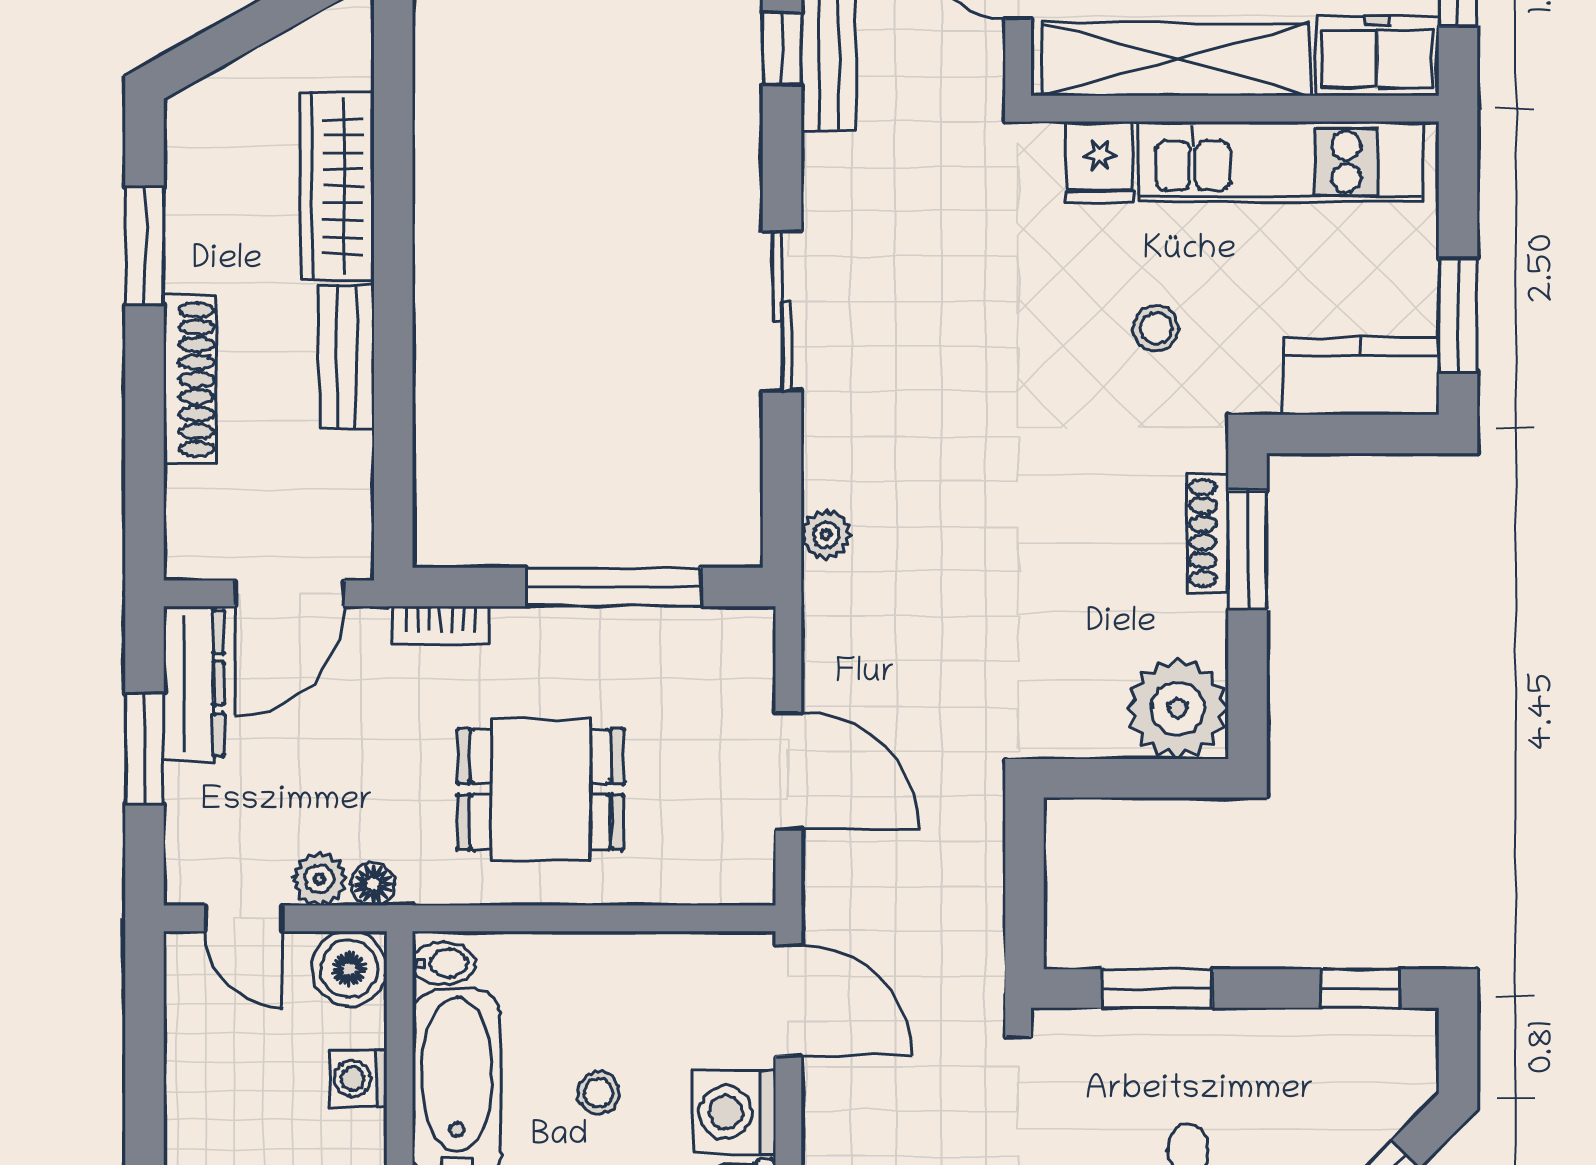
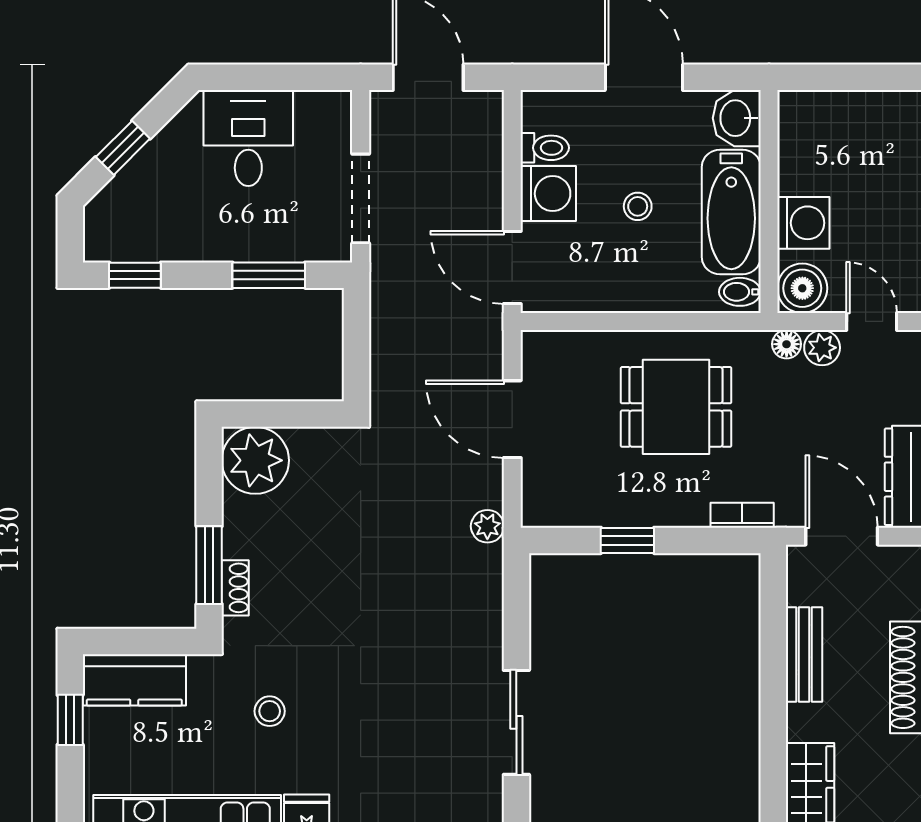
window: (1458, 315) -> (70, 720), width x0.67
bench: (347, 357) -> (804, 655), moved
shoe rack: (1208, 533) -> (235, 588), width x0.70
plant: (826, 535) -> (487, 526), moved
window: (614, 587) -> (627, 540), width x0.46
door: (290, 593) -> (842, 536), hinge flipped
washing machine: (358, 1079) -> (803, 223), width x1.38, depth x1.38

